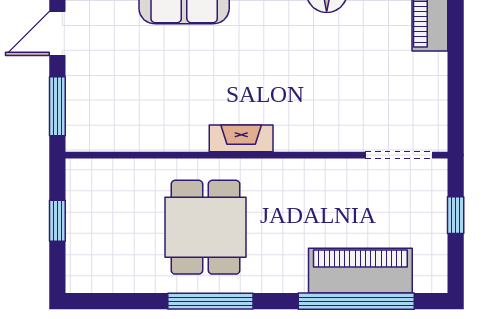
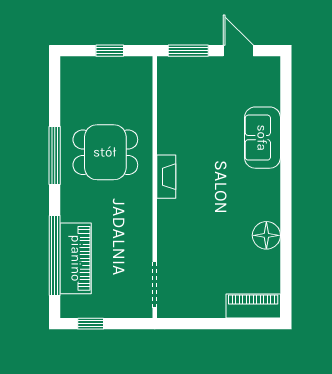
window: (456, 215) -> (91, 324), moved

